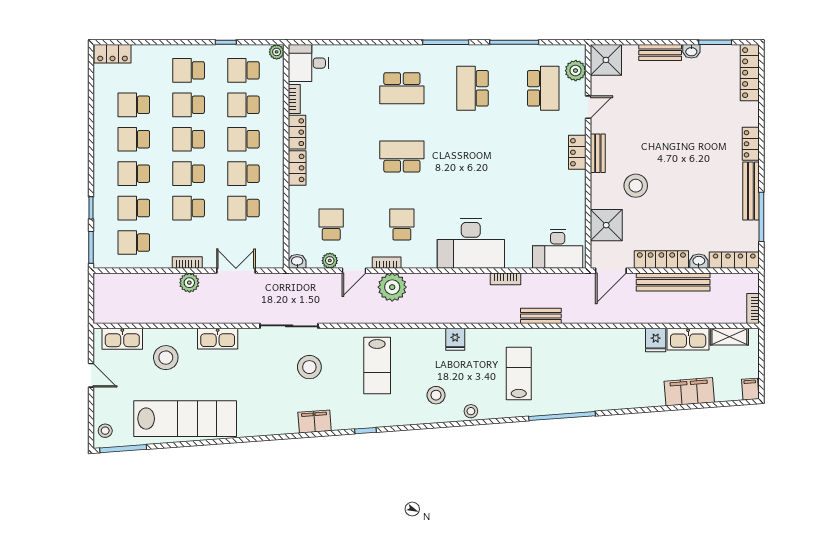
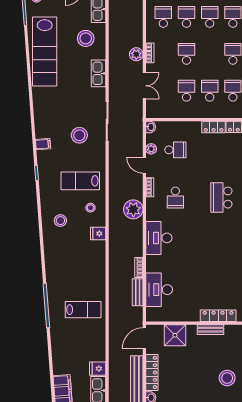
locker: (577, 152) -> (218, 316), width x1.53
bench: (598, 153) -> (211, 330), moved
school desk: (402, 156) -> (221, 198), turned 180
school desk: (189, 174) -> (210, 54), removed
stool: (636, 186) -> (227, 378), moved
school desk: (402, 225) -> (175, 198), turned 90
desk: (471, 243) -> (159, 238), width x0.73, depth x0.77
desk: (558, 249) -> (159, 290), moved
door: (611, 271) -> (144, 338), hinge flipped
plant: (392, 287) -> (133, 209), moved
bench: (541, 316) -> (138, 292), moved
lab bench: (519, 373) -> (83, 310), moved
stool: (471, 411) -> (90, 208), moved
filing cabinet: (315, 422) -> (43, 144), width x0.50

